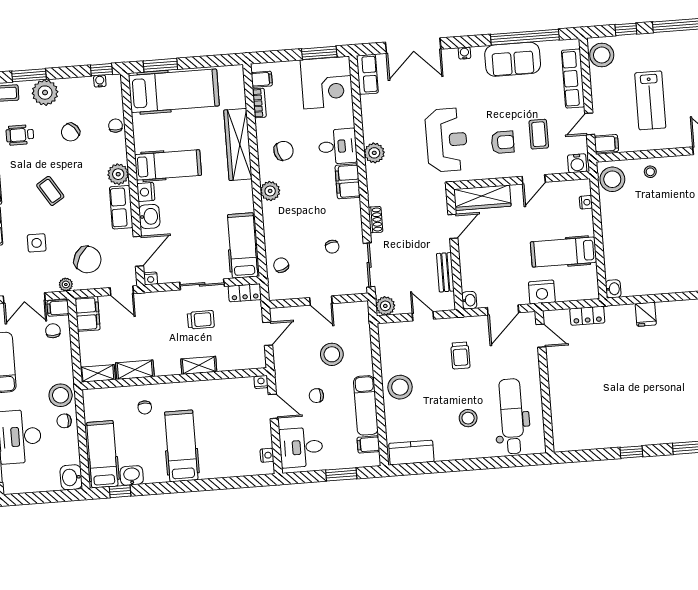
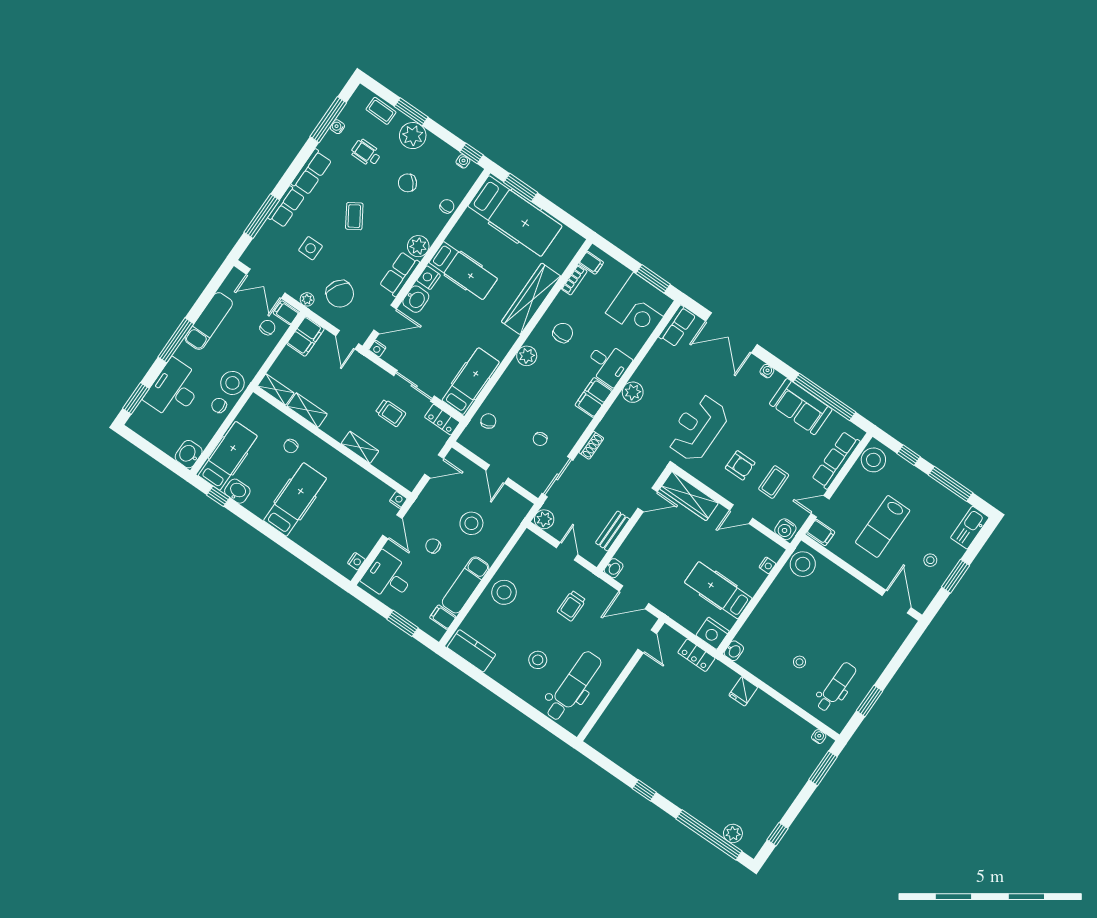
reception desk: (447, 140) -> (698, 428), turned 180
chair: (284, 151) -> (563, 333), turned -75
stool: (650, 172) -> (799, 662), moved
nightstand: (542, 292) -> (713, 633), moved

